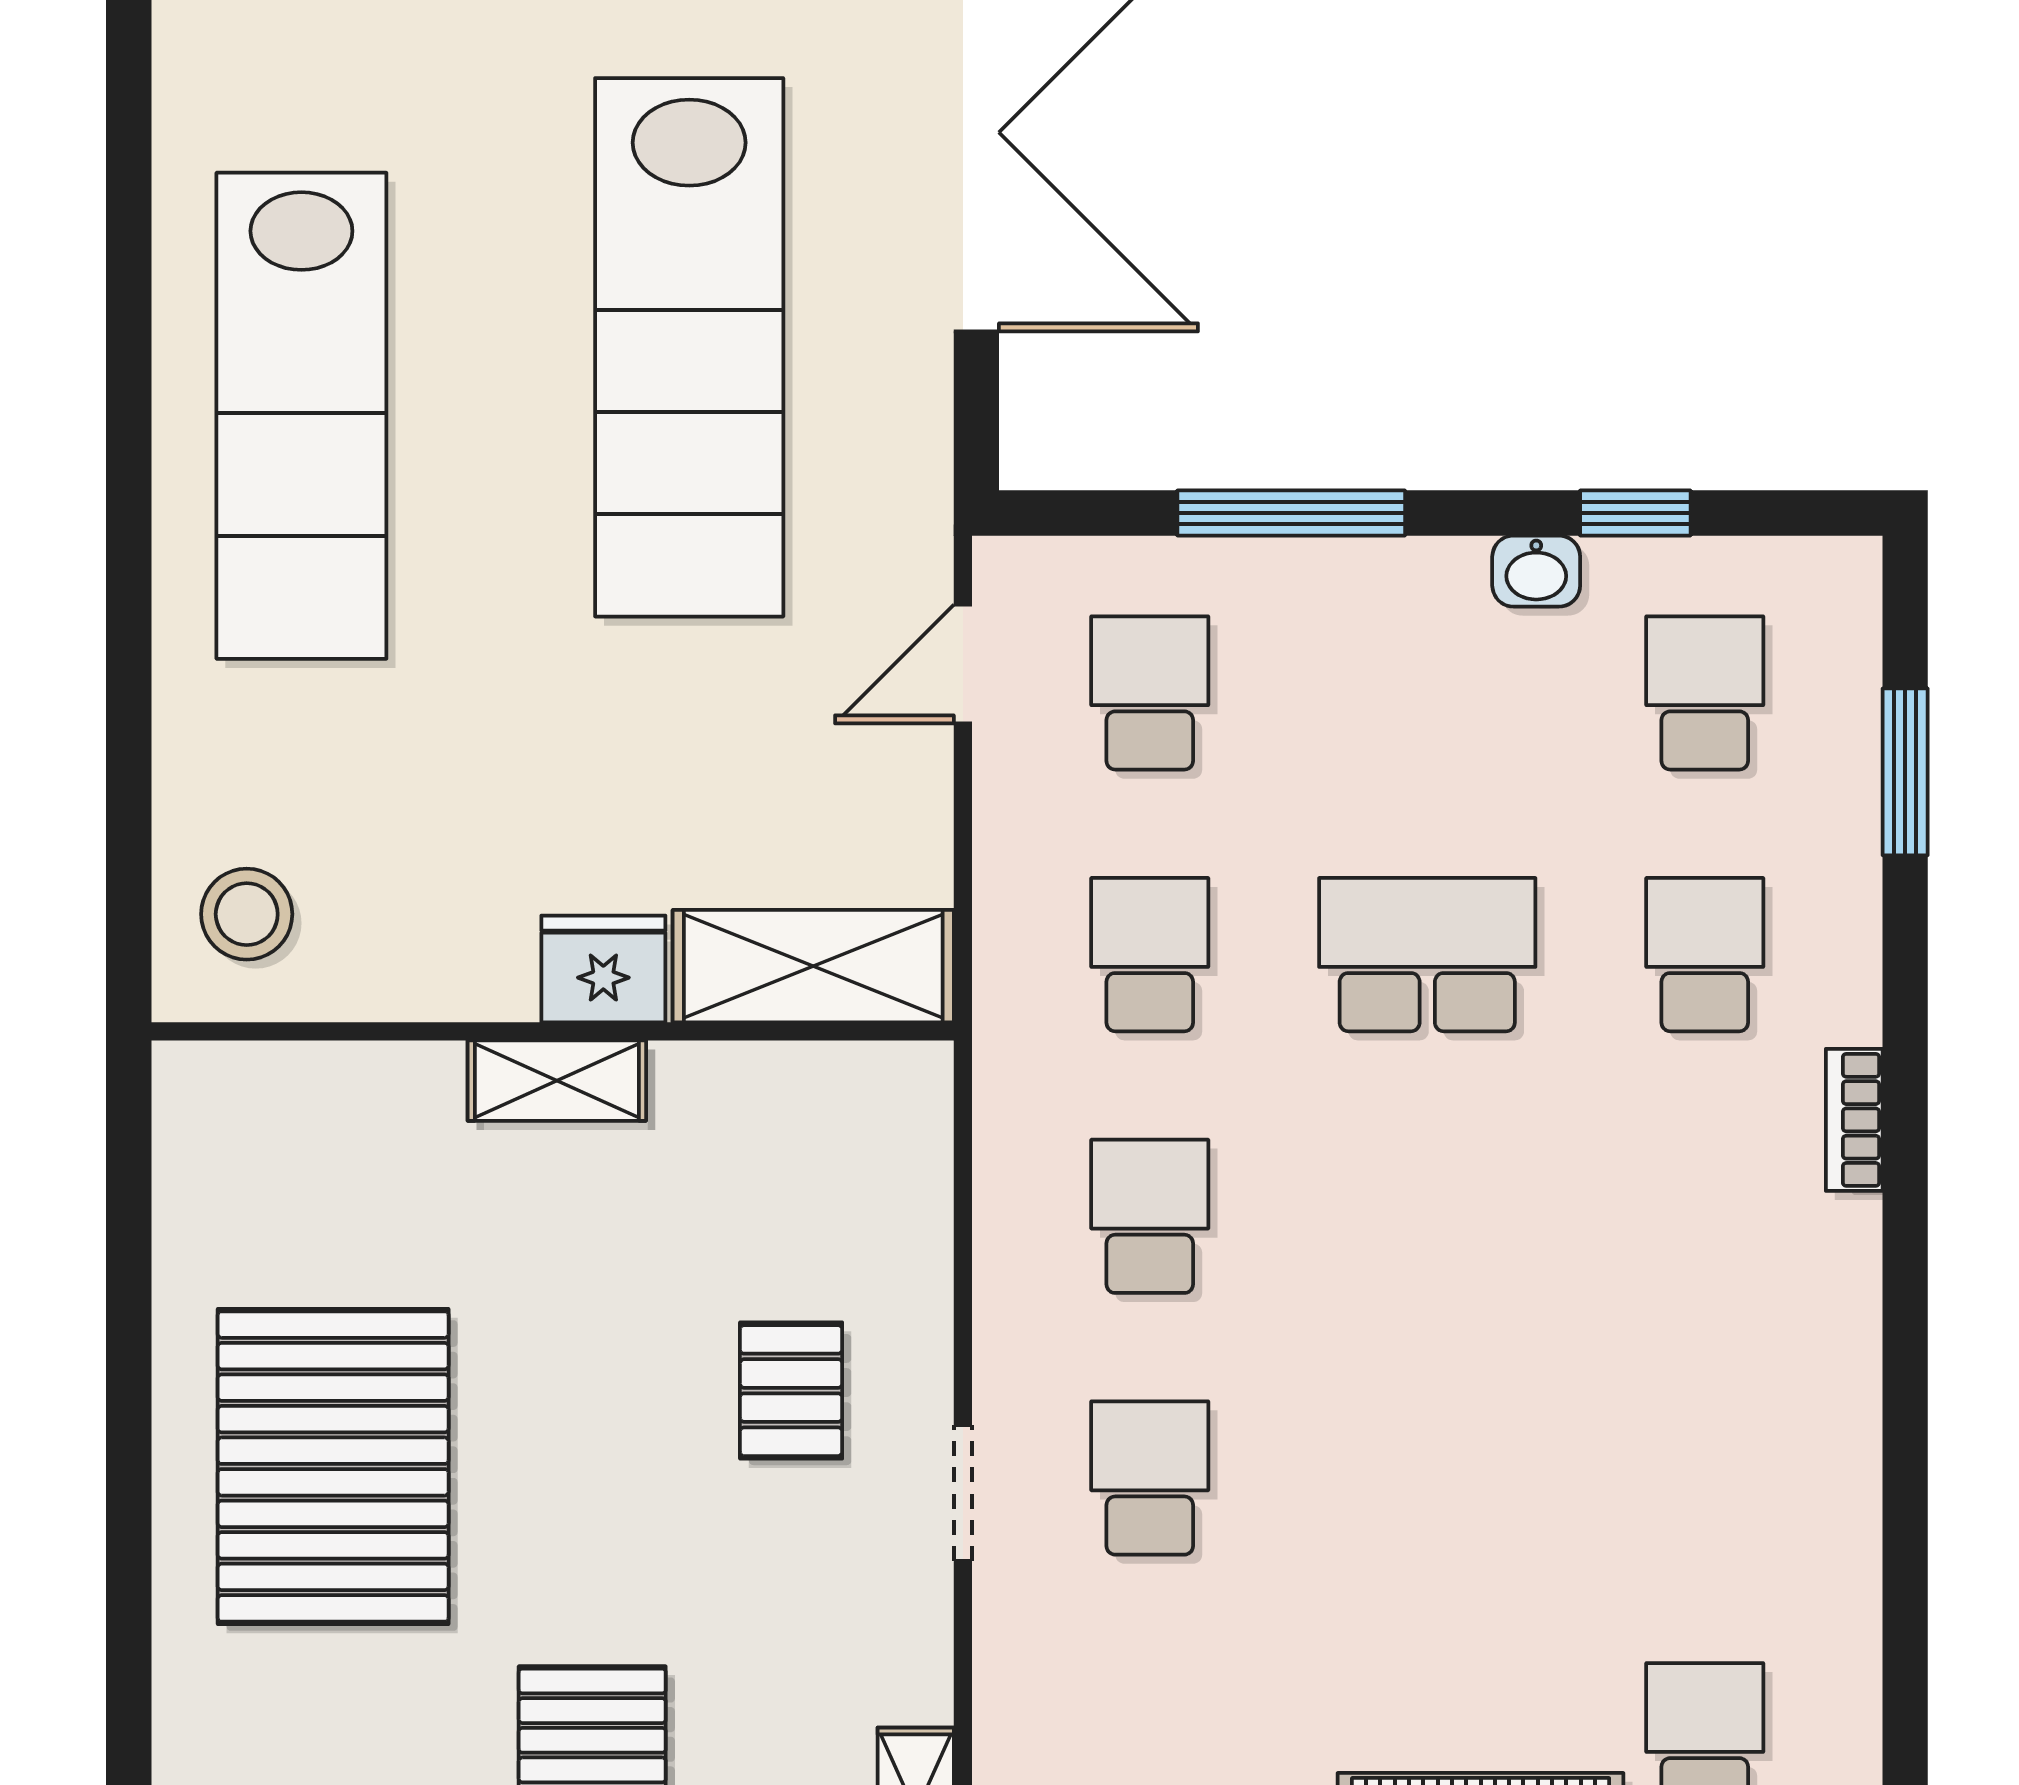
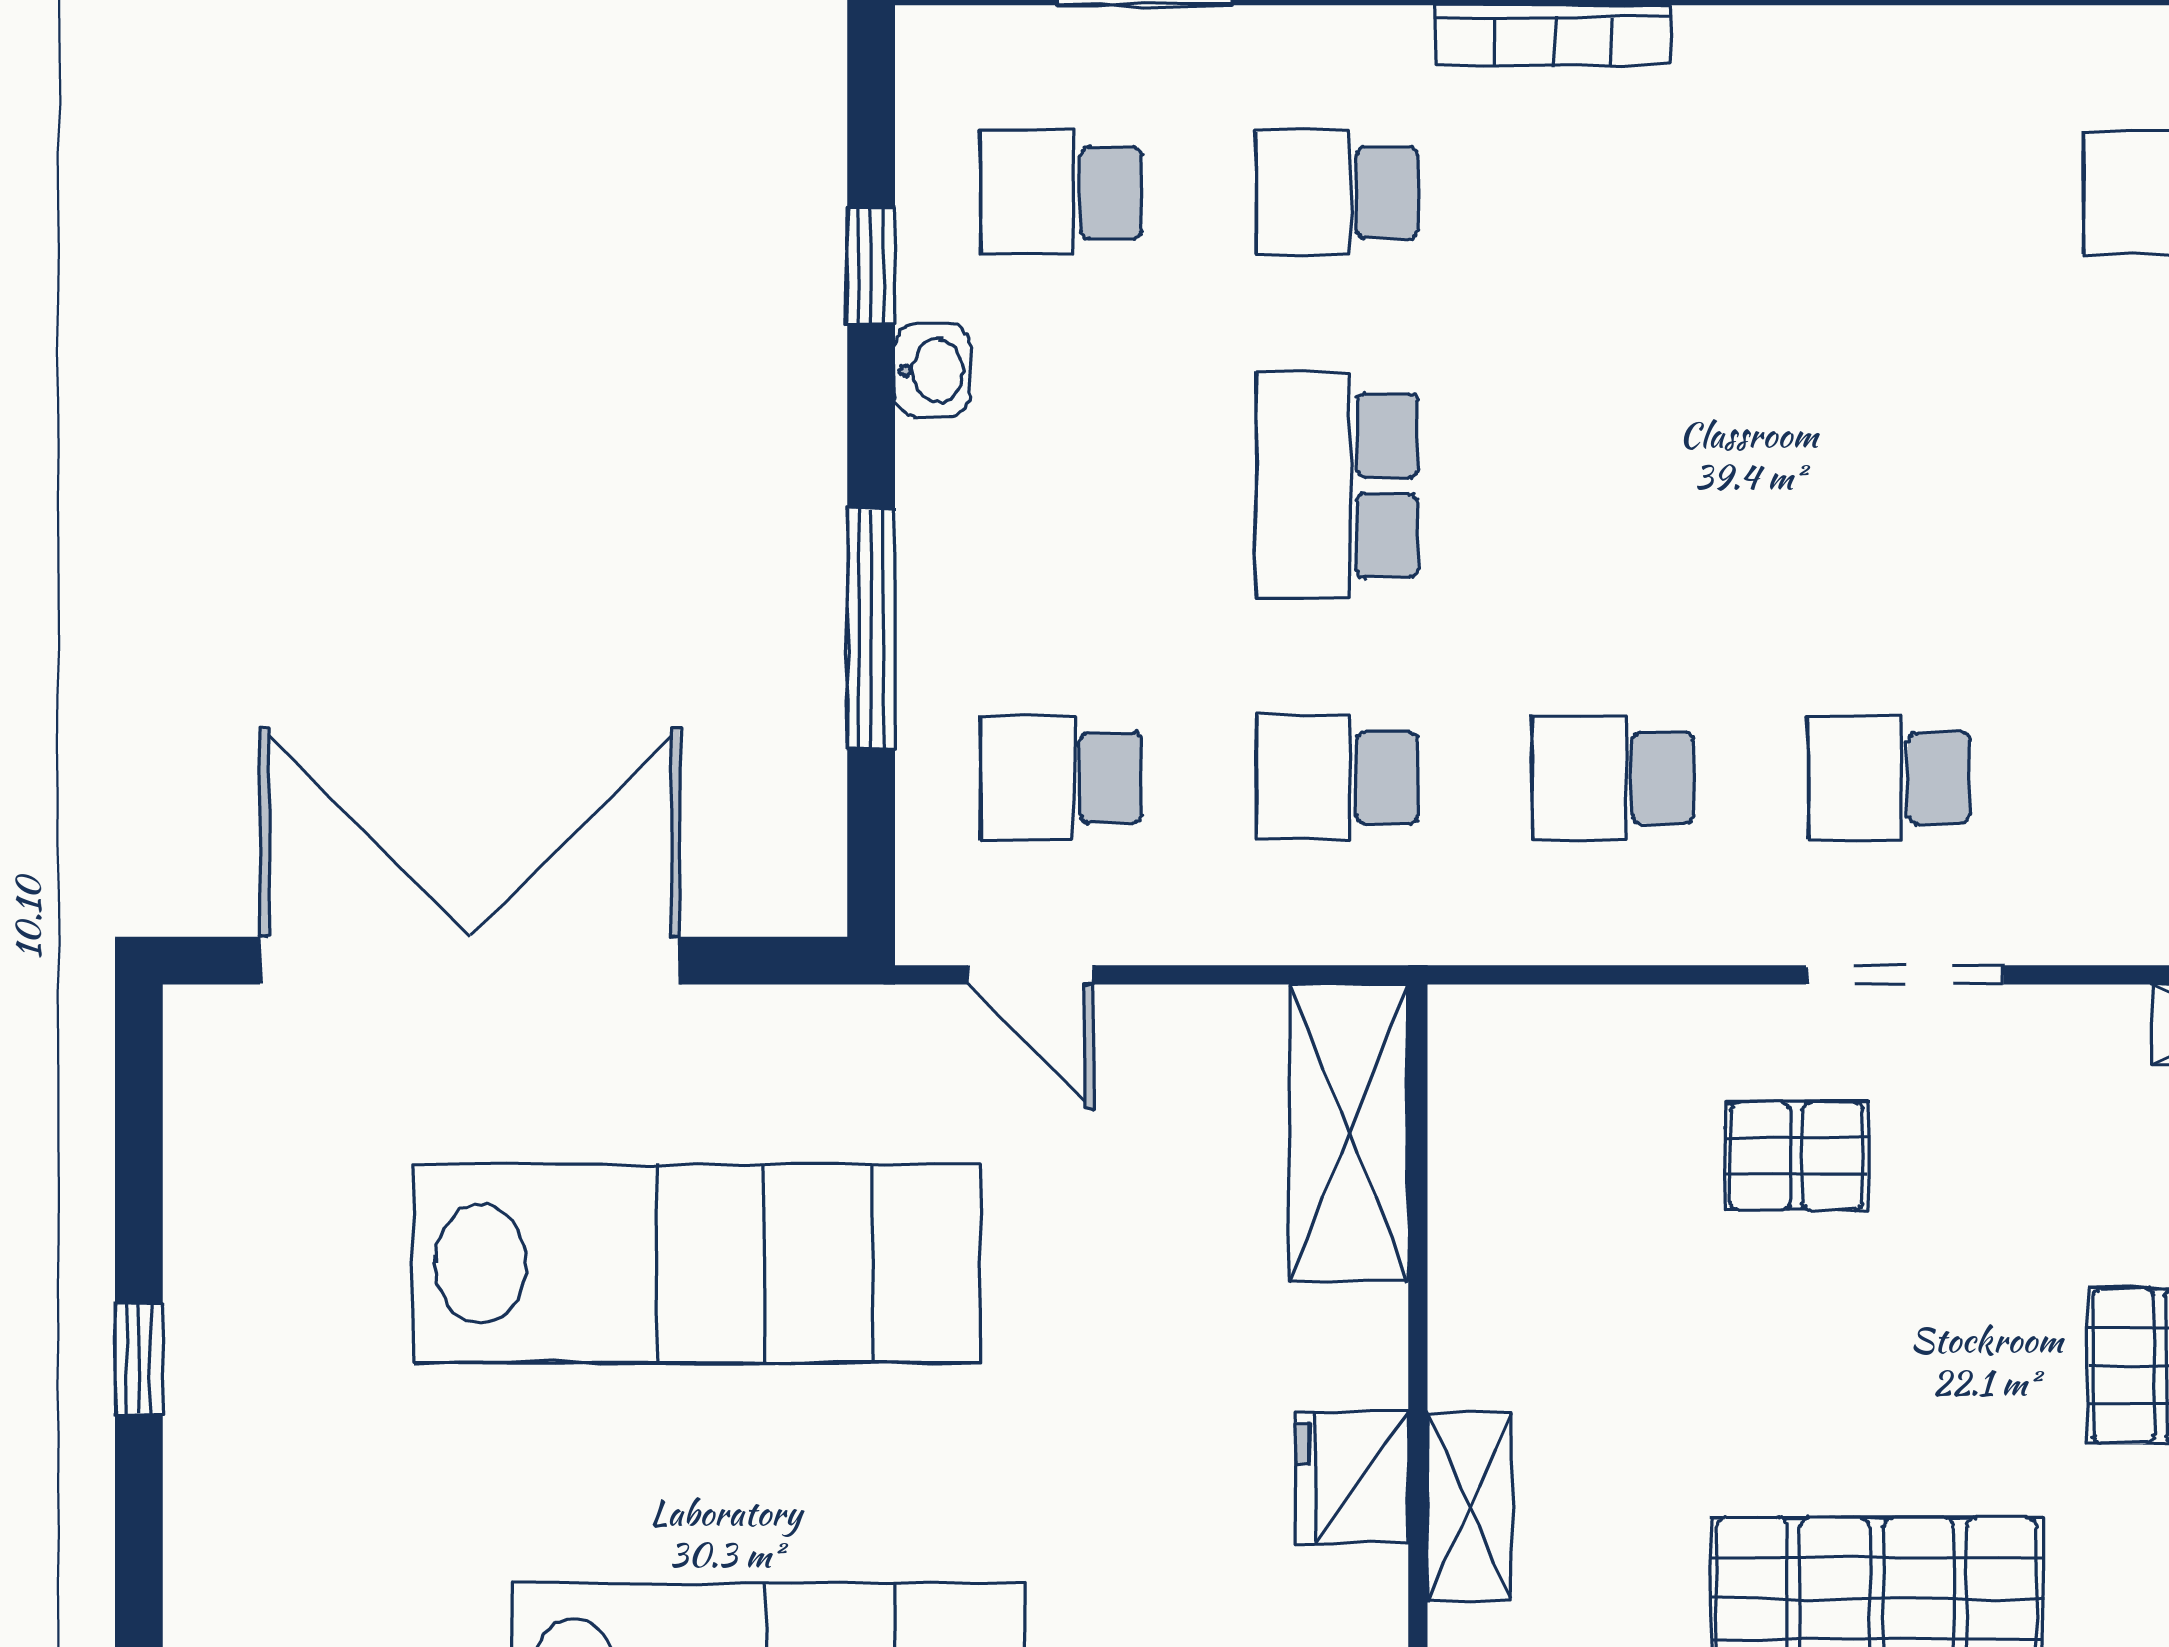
fridge: (603, 969) -> (1352, 1477), moved
shelving: (557, 1081) -> (1470, 1507), moved
bookcase: (1854, 1120) -> (1553, 35), width x1.56
doorway: (963, 1493) -> (1905, 975), width x1.38

